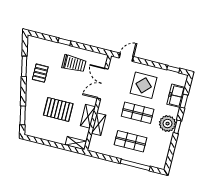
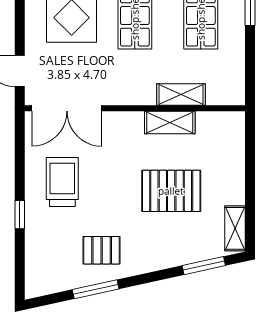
double door: (103, 84) -> (67, 108), moved
pallet: (58, 109) -> (171, 191), turned 90
shelving: (76, 143) -> (235, 228), moved

